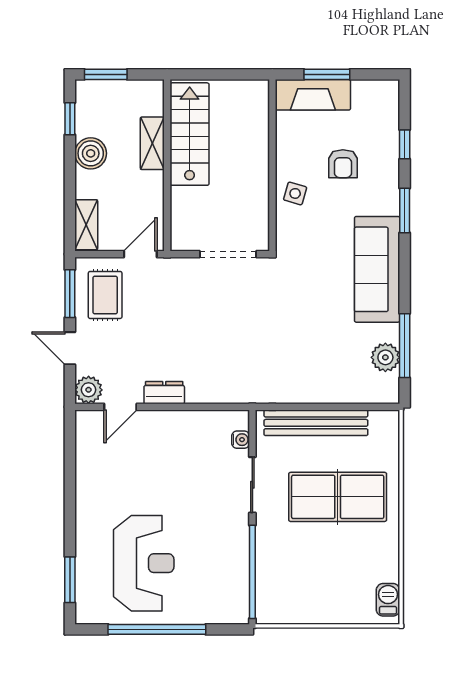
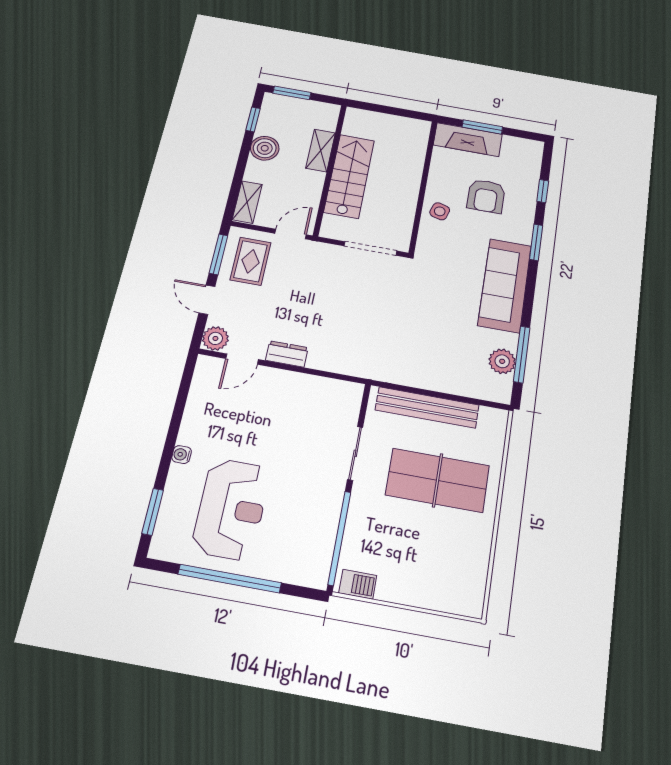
stairs: (190, 134) -> (349, 176), moved
armchair: (343, 164) -> (486, 196), width x1.38, depth x1.38
water cooler: (241, 440) -> (182, 455), moved, turned 180
barbecue: (388, 600) -> (358, 584), moved, turned 90

